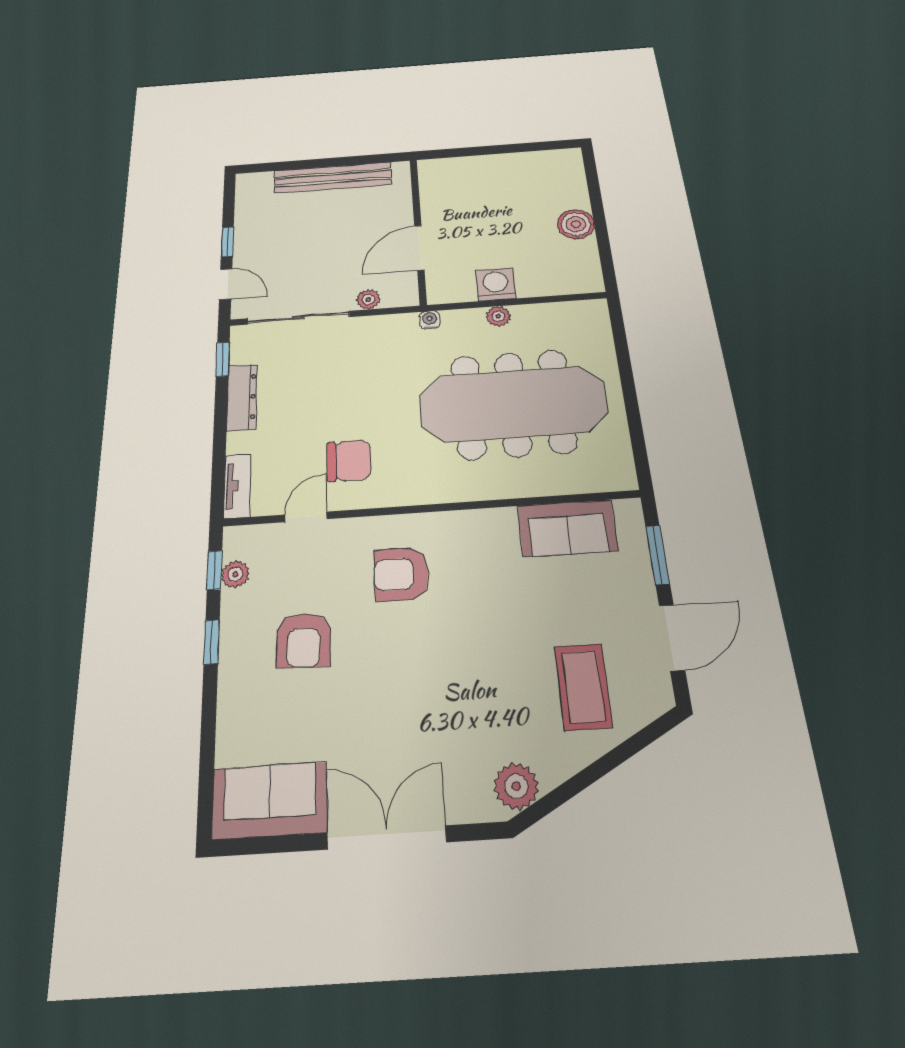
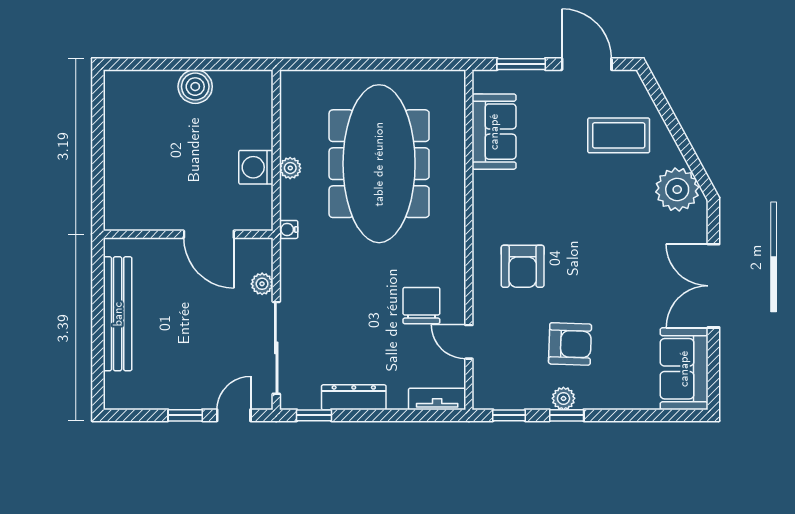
plant: (235, 574) -> (563, 398), moved
plant: (516, 786) -> (677, 189), width x1.36, depth x1.36

